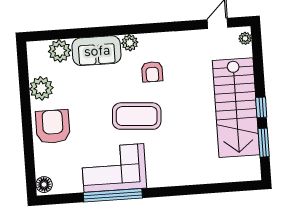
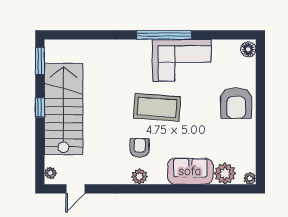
plant: (130, 43) -> (139, 177), moved
plant: (41, 88) -> (250, 178), moved, width x0.53, depth x0.53
window: (264, 143) -> (40, 61), moved
window: (113, 195) -> (164, 35), moved

